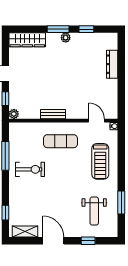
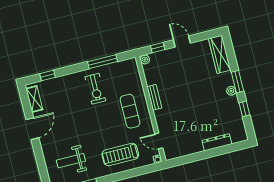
door: (97, 121) -> (159, 141), swing flipped
window: (88, 241) -> (41, 162), removed

